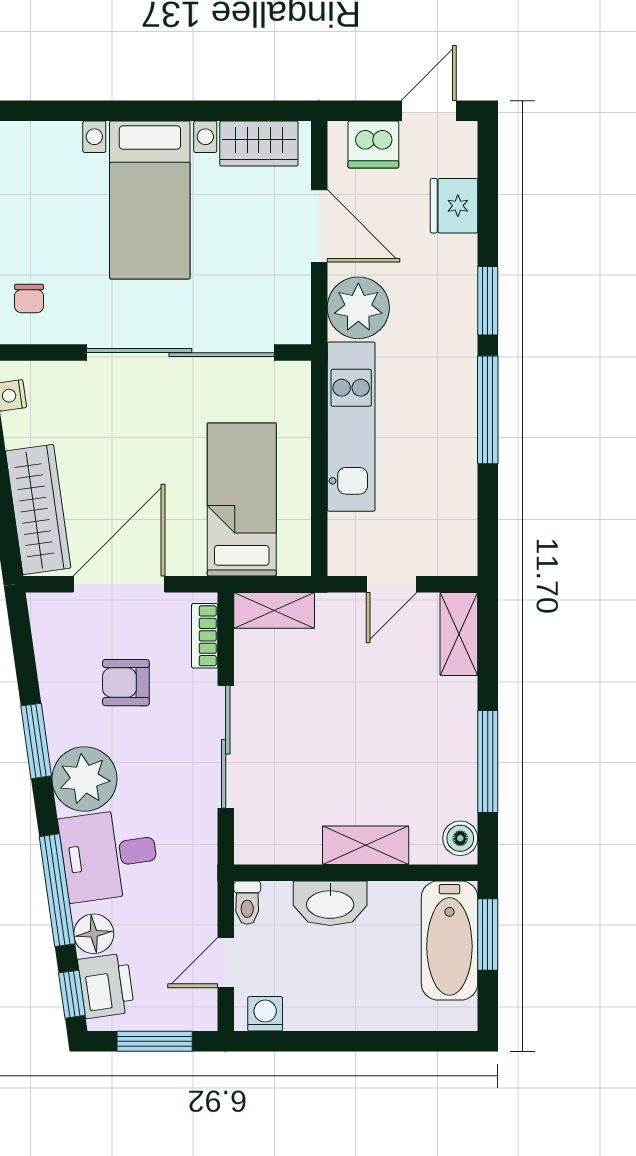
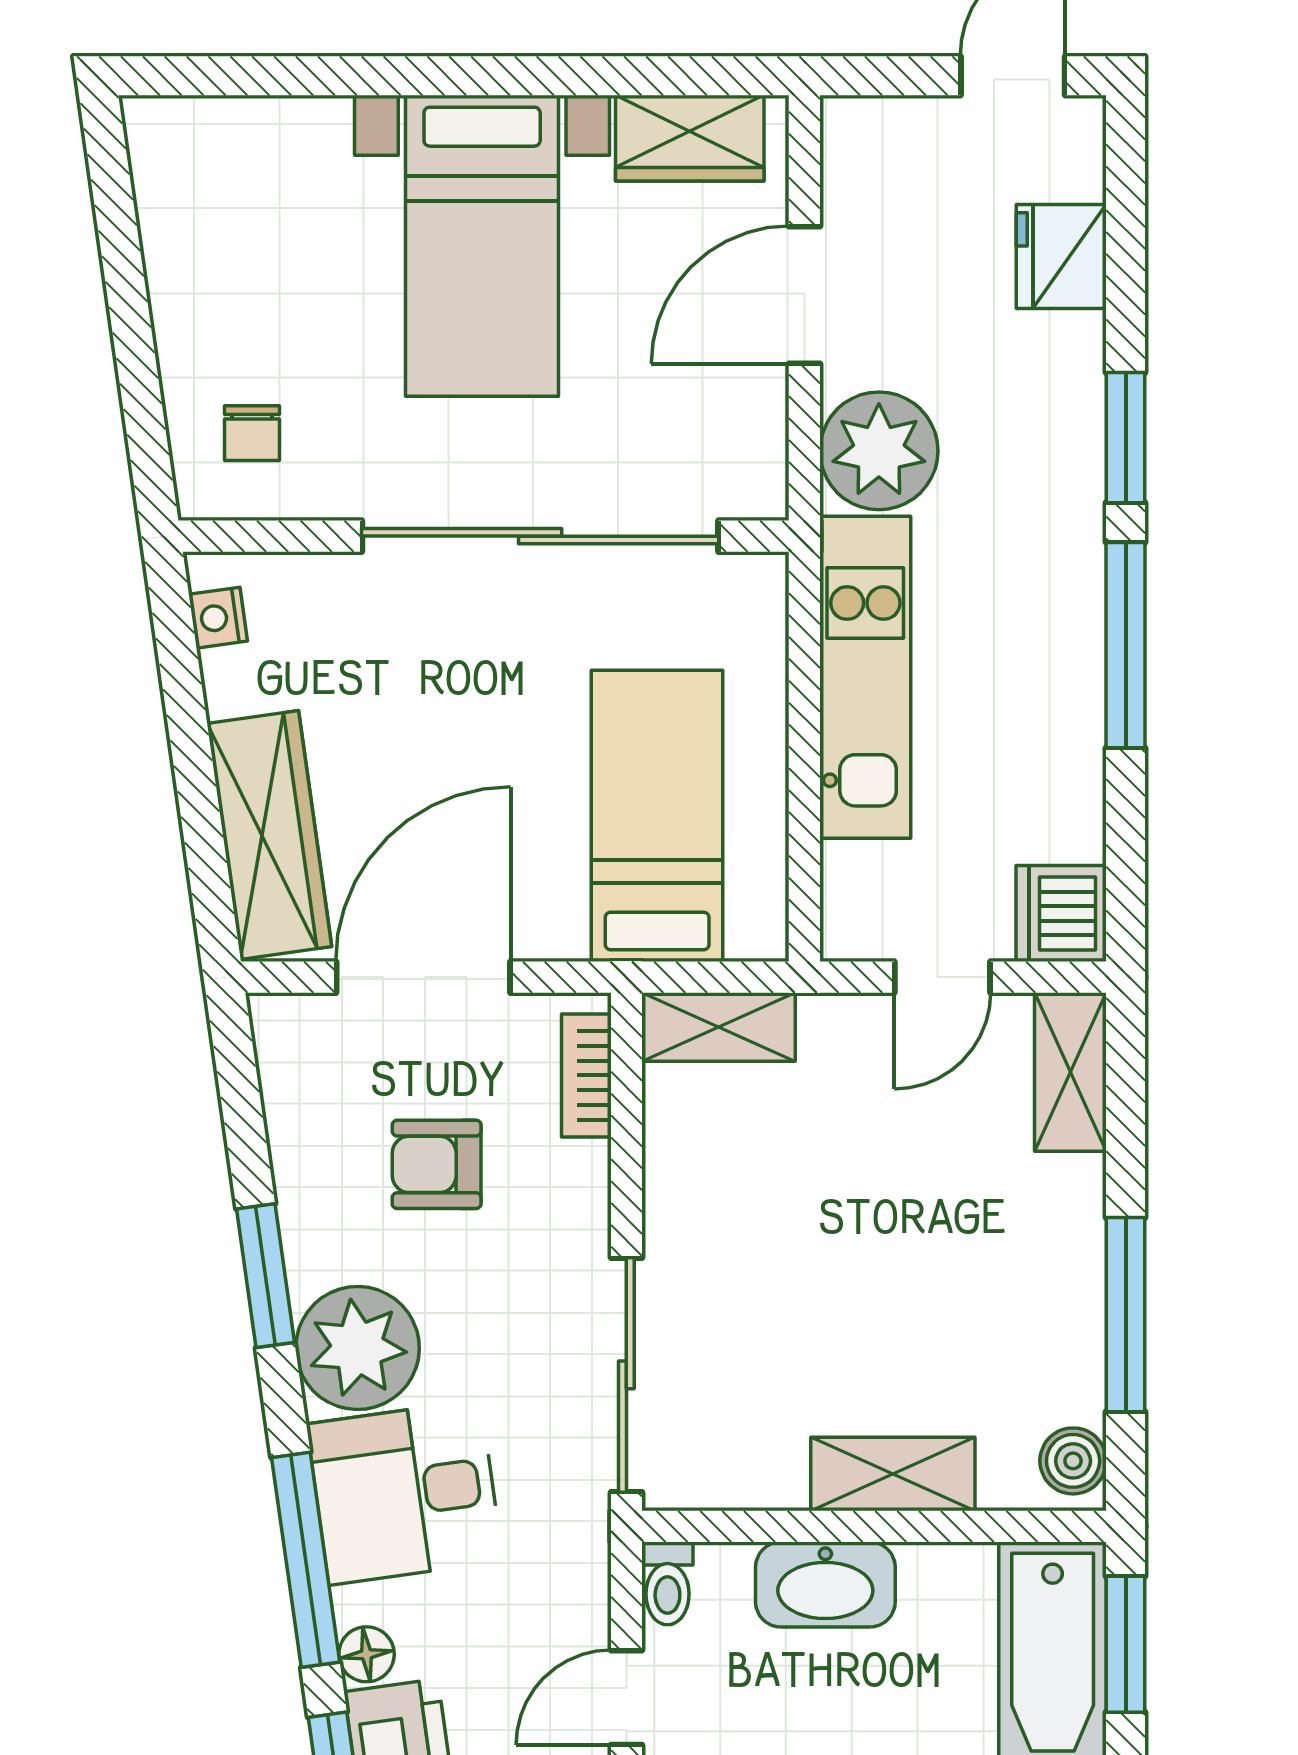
dishwasher: (373, 145) -> (1061, 913), moved, turned 90
door: (319, 226) -> (804, 295), swing flipped
sliding door: (226, 747) -> (626, 1375), moved
floor lamp: (94, 934) -> (367, 1654), width x0.73, depth x0.73

